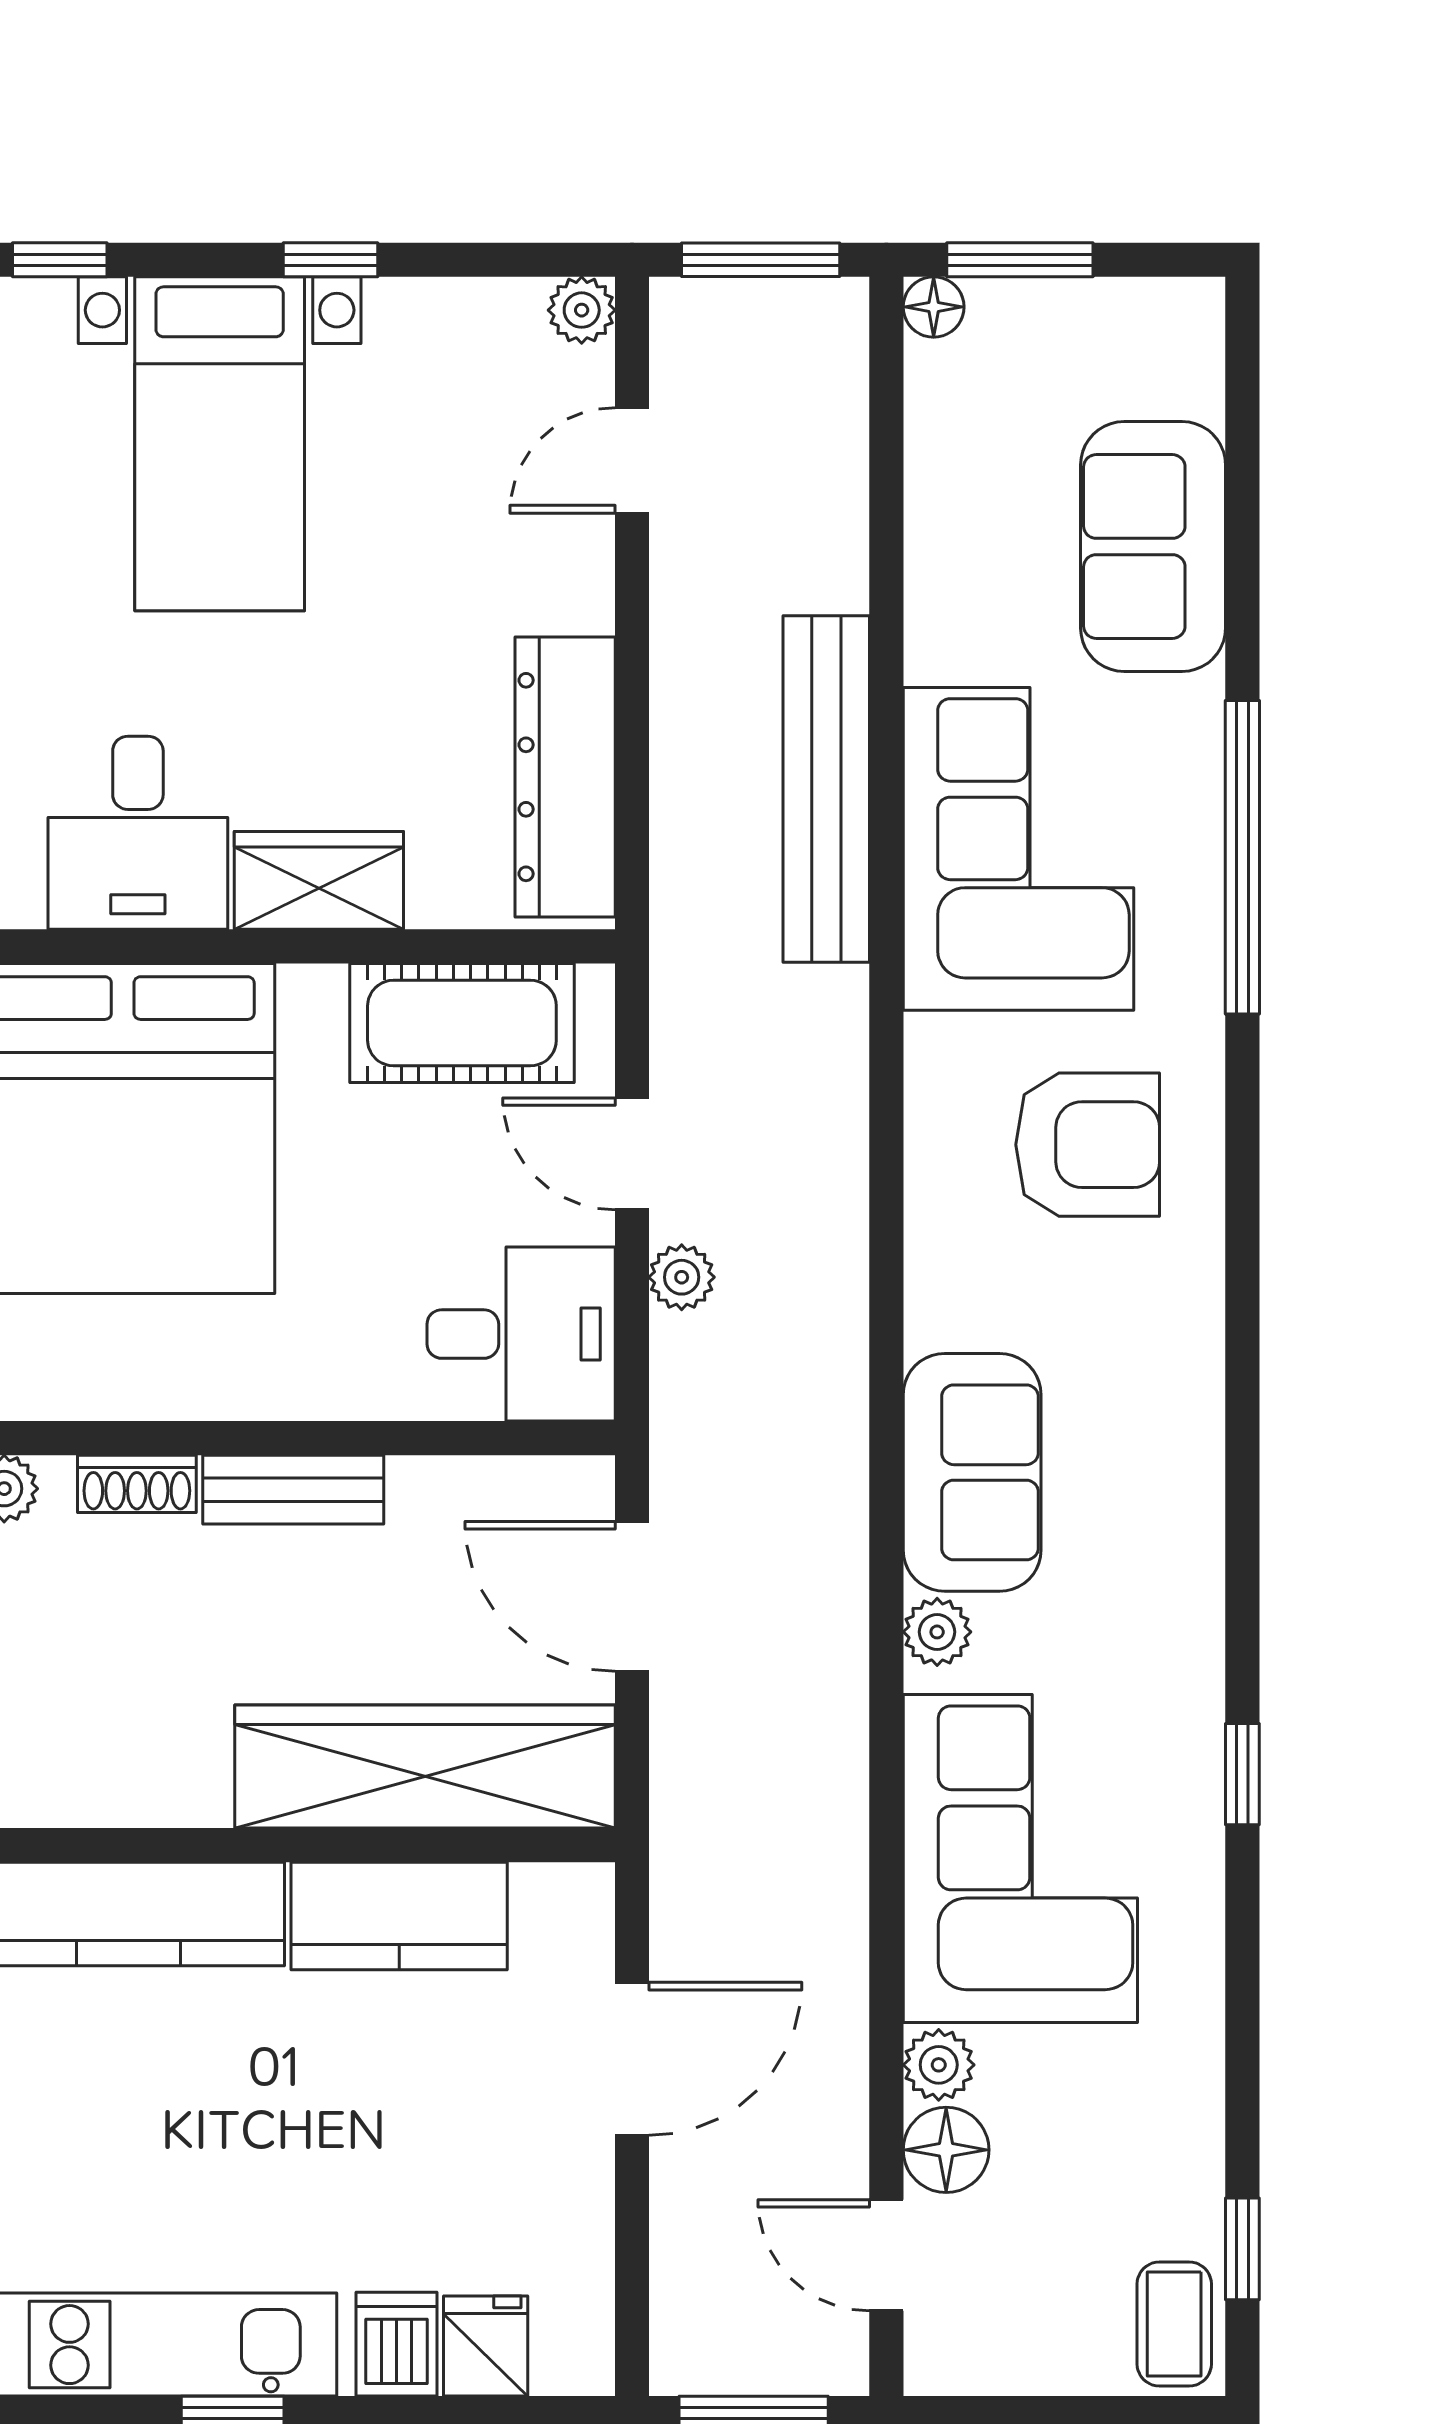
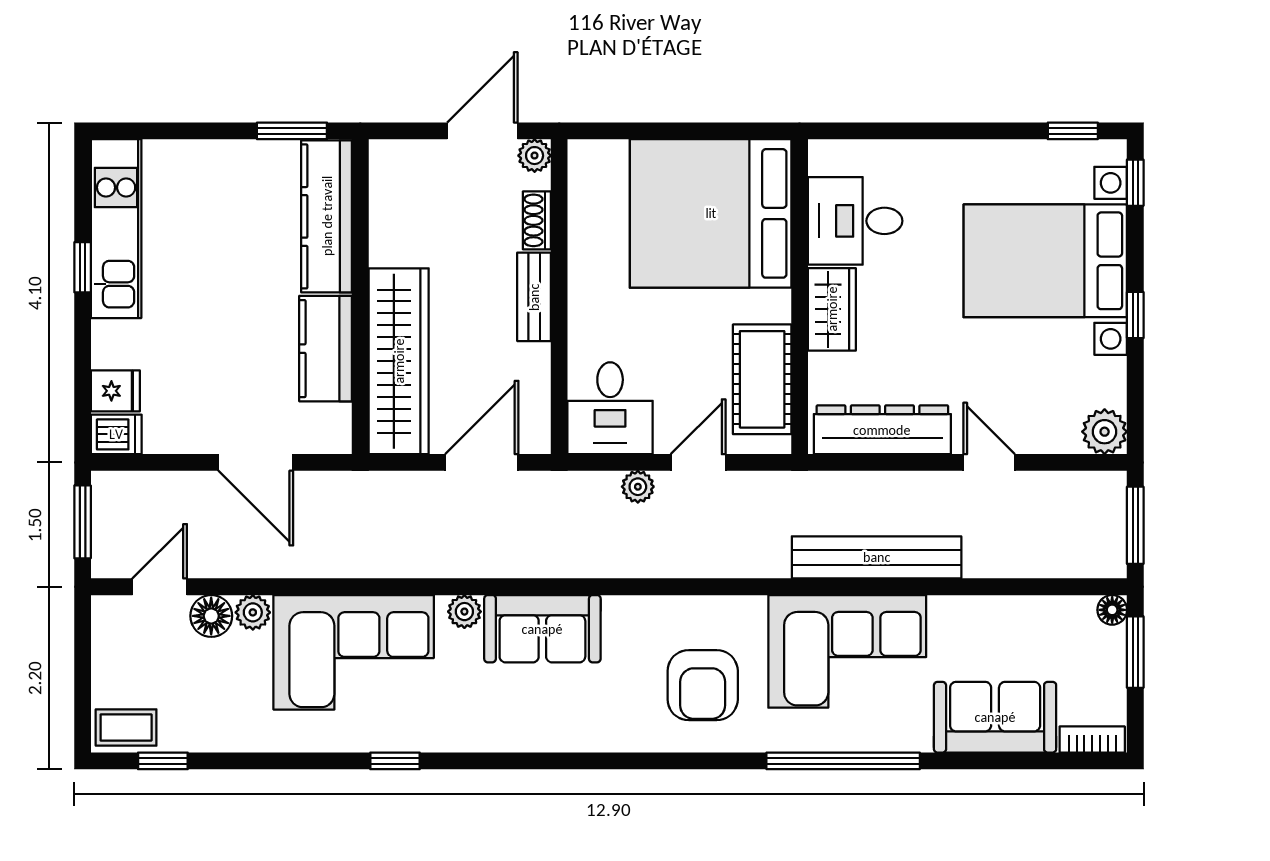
plant: (582, 310) -> (1105, 432), width x1.38, depth x1.38
bookcase: (1199, 348) -> (1092, 740), added
bed with nightstands: (220, 444) -> (1045, 261), width x1.36
door: (632, 460) -> (989, 462), moved
dishwasher: (396, 2344) -> (116, 434), moved

